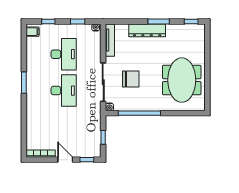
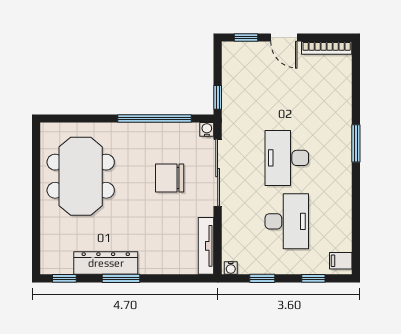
dresser: (147, 30) -> (106, 263), moved
desk: (64, 54) -> (287, 221), turned 180
window: (24, 83) -> (356, 143), moved
window: (103, 137) -> (218, 97), moved

